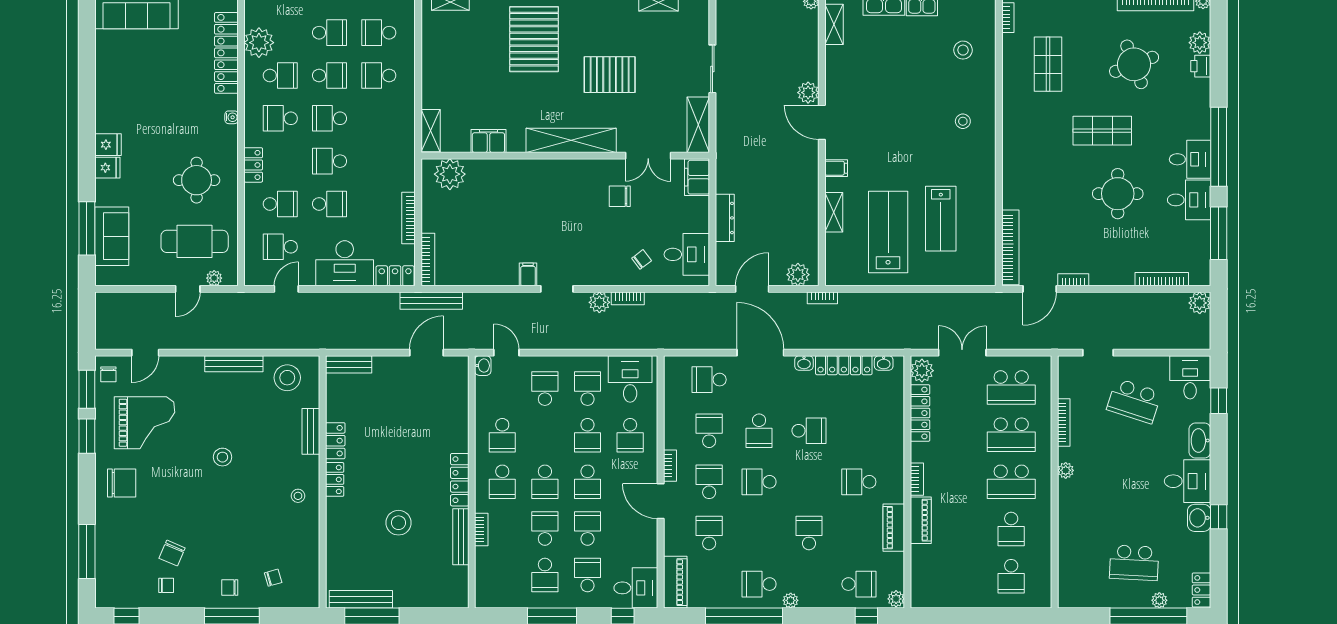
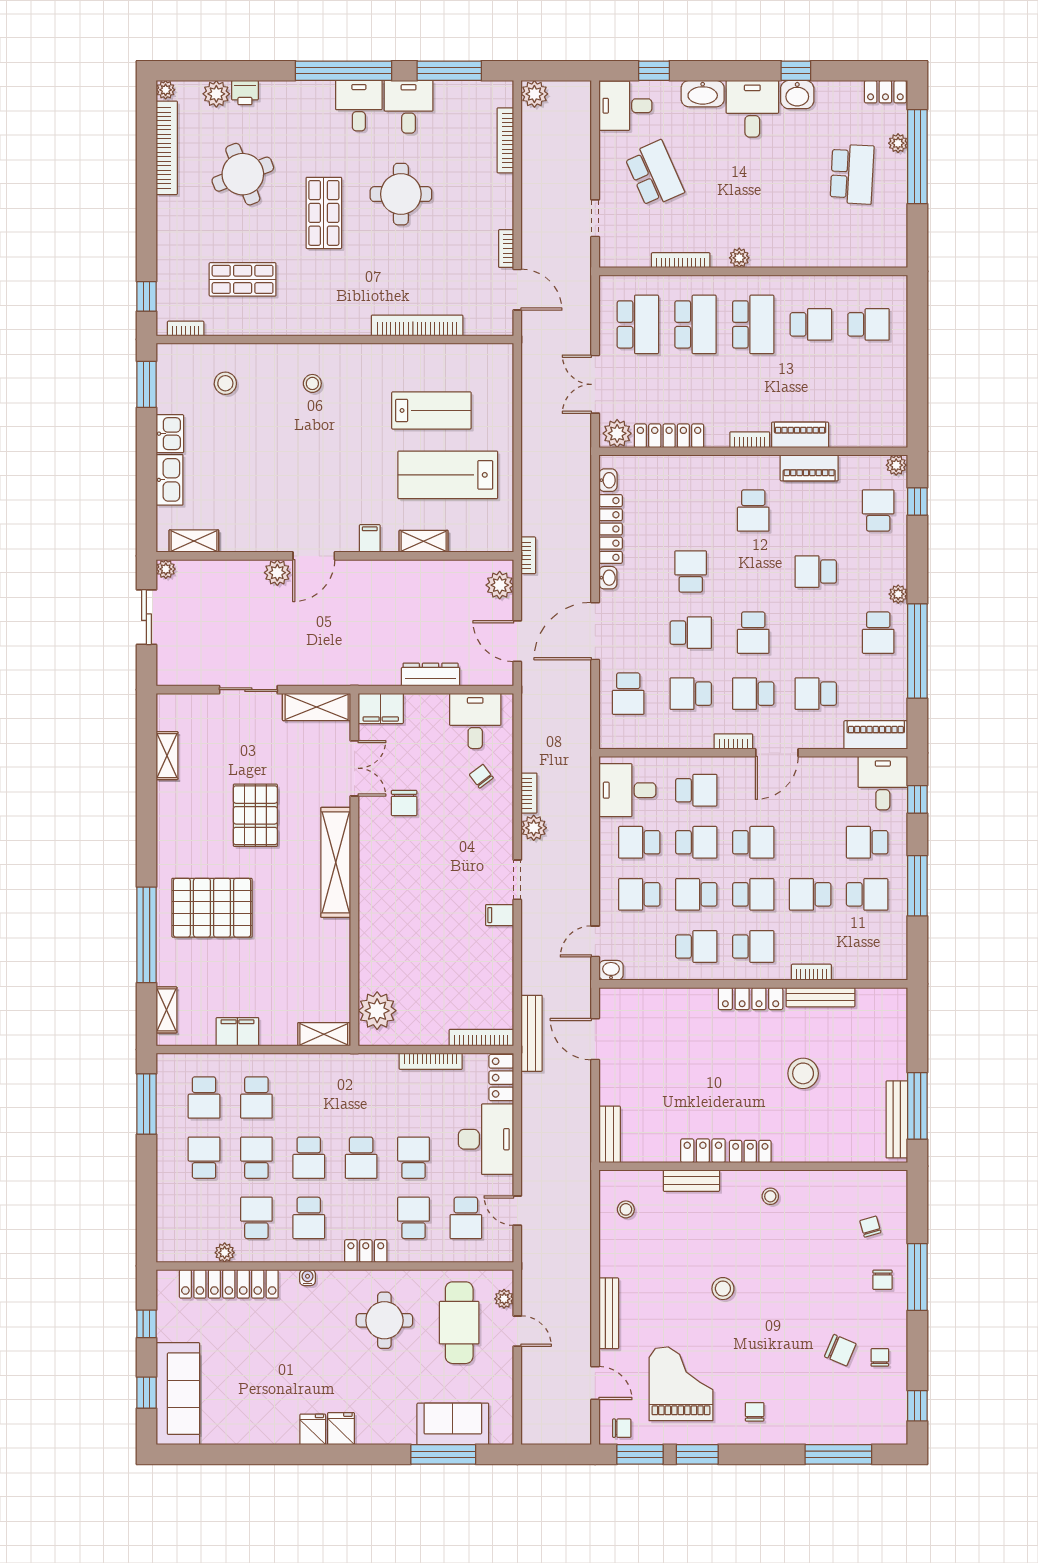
plant: (259, 43) -> (225, 1253), width x0.53, depth x0.53
filing cabinet: (488, 141) -> (237, 1032), moved, turned 90
fridge: (107, 168) -> (313, 1429), moved
bookcase: (1010, 247) -> (417, 325), moved
bench: (234, 364) -> (609, 1313), moved
stool: (287, 378) -> (626, 1209), width x0.53, depth x0.53
school desk: (1134, 401) -> (654, 174), turned -42
chair: (122, 483) -> (755, 1412), width x0.54, depth x0.54
school desk: (588, 528) -> (696, 894), moved

